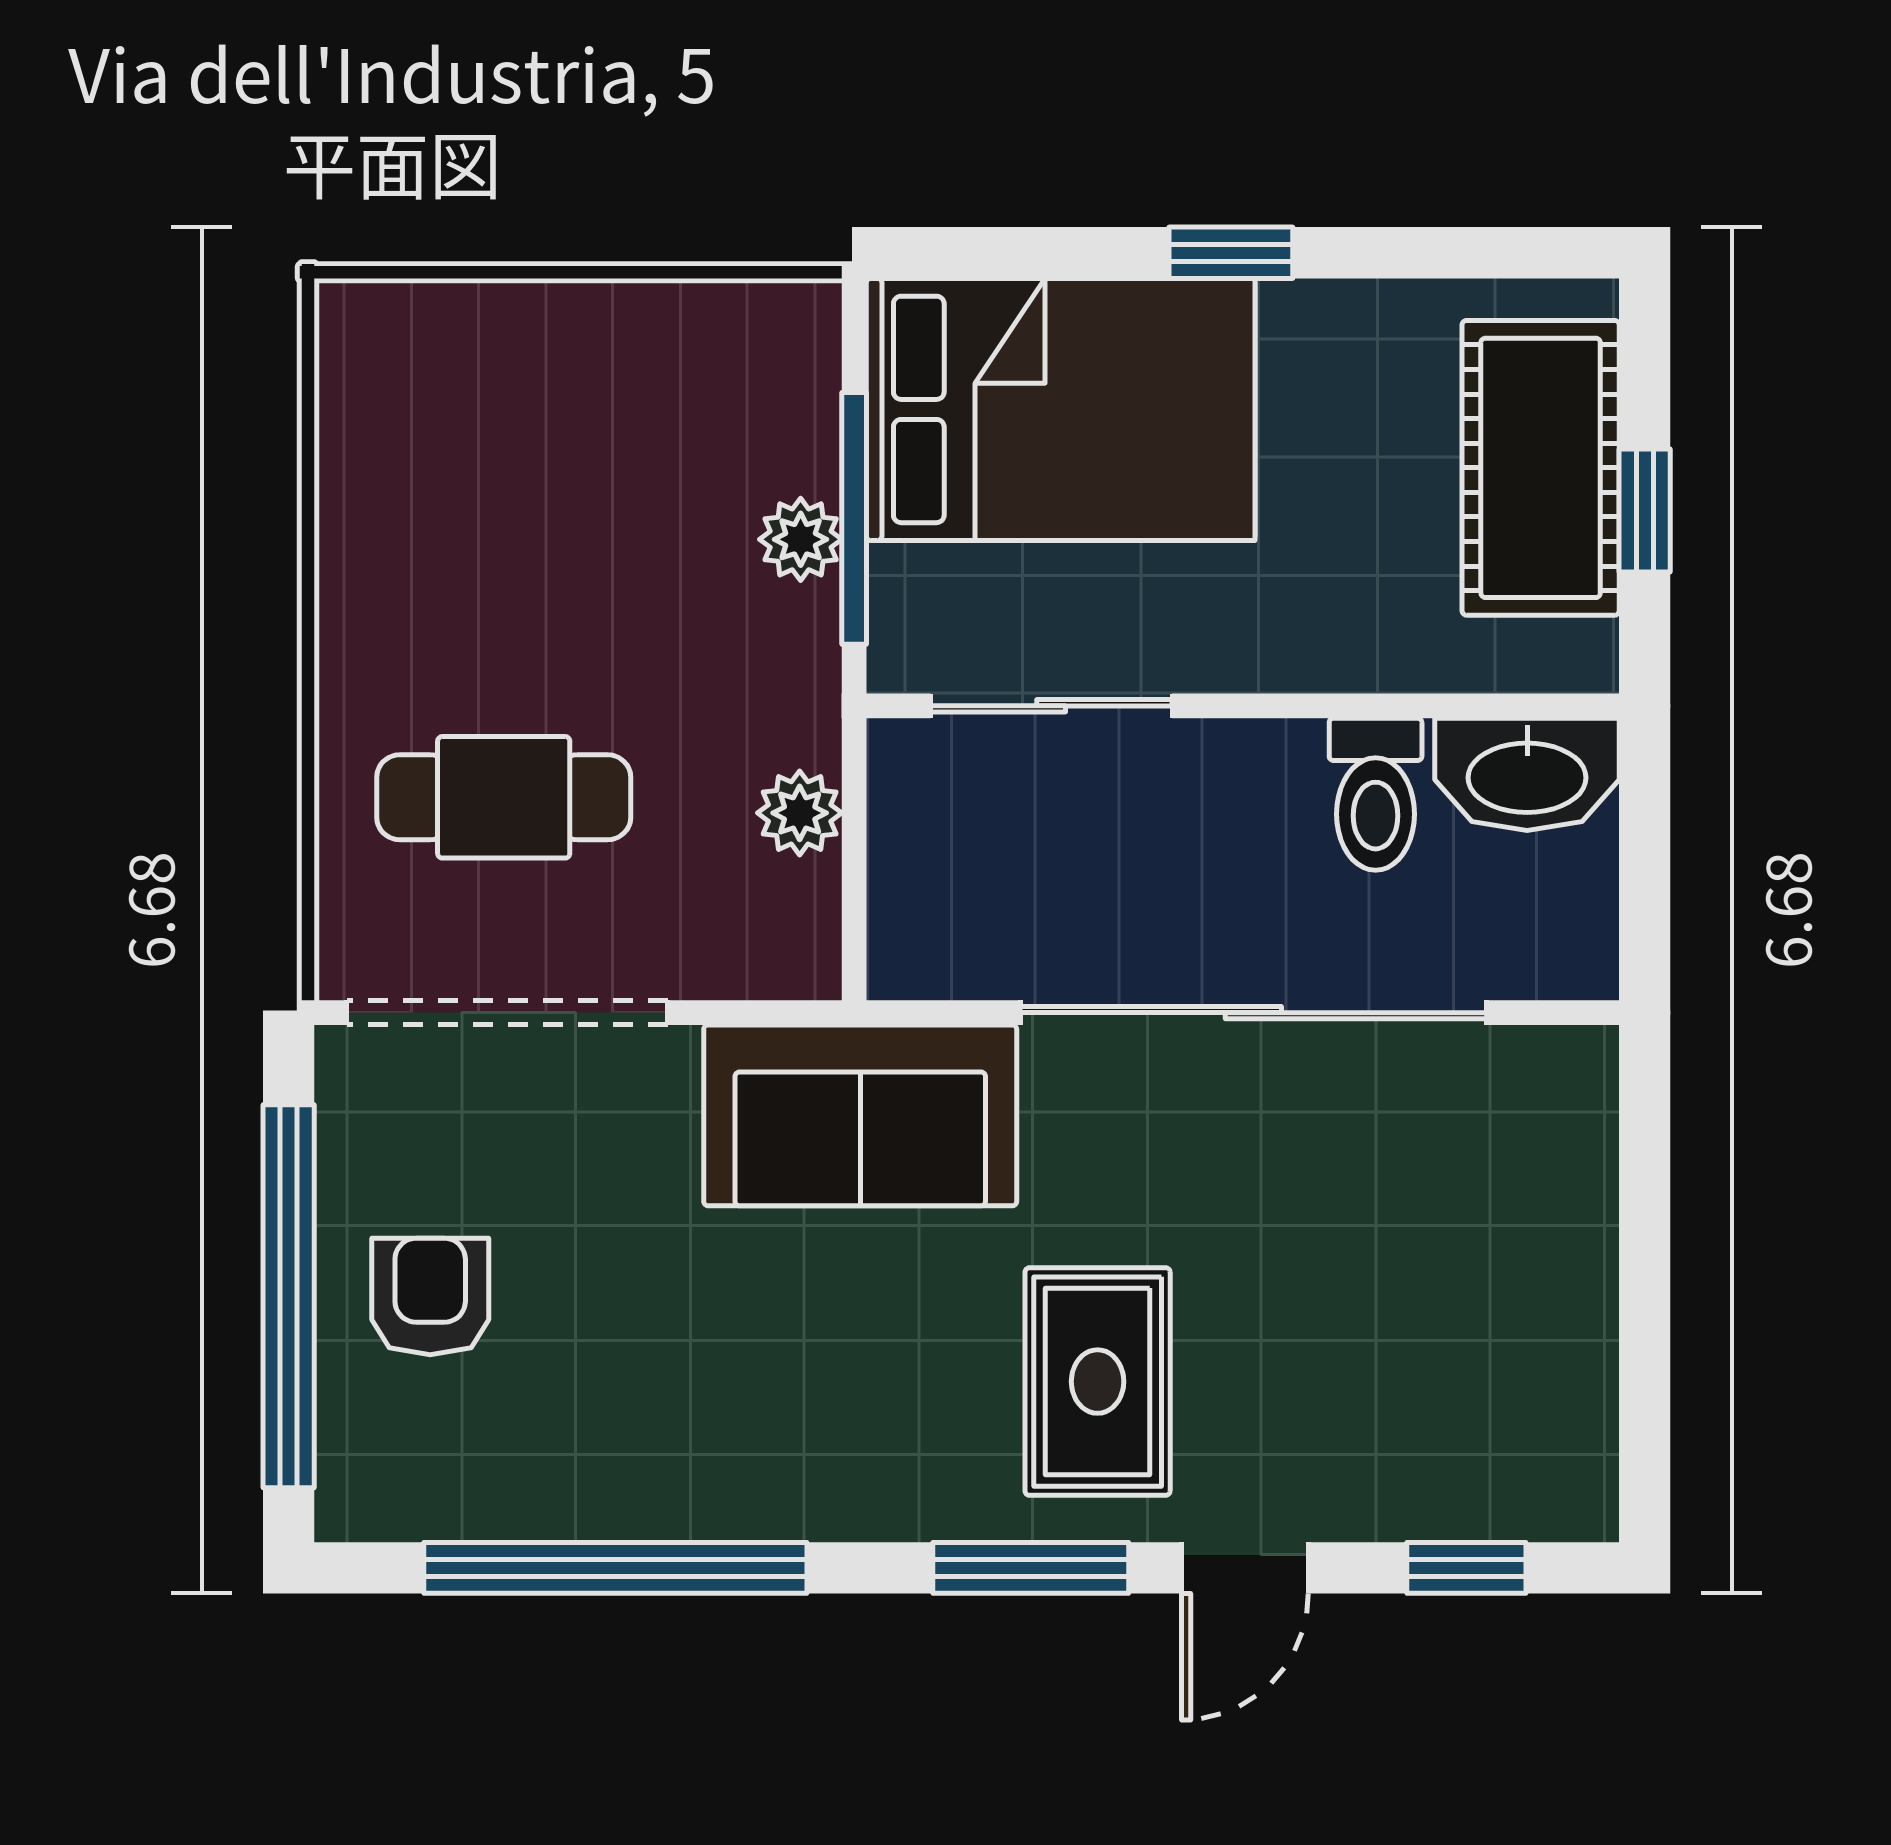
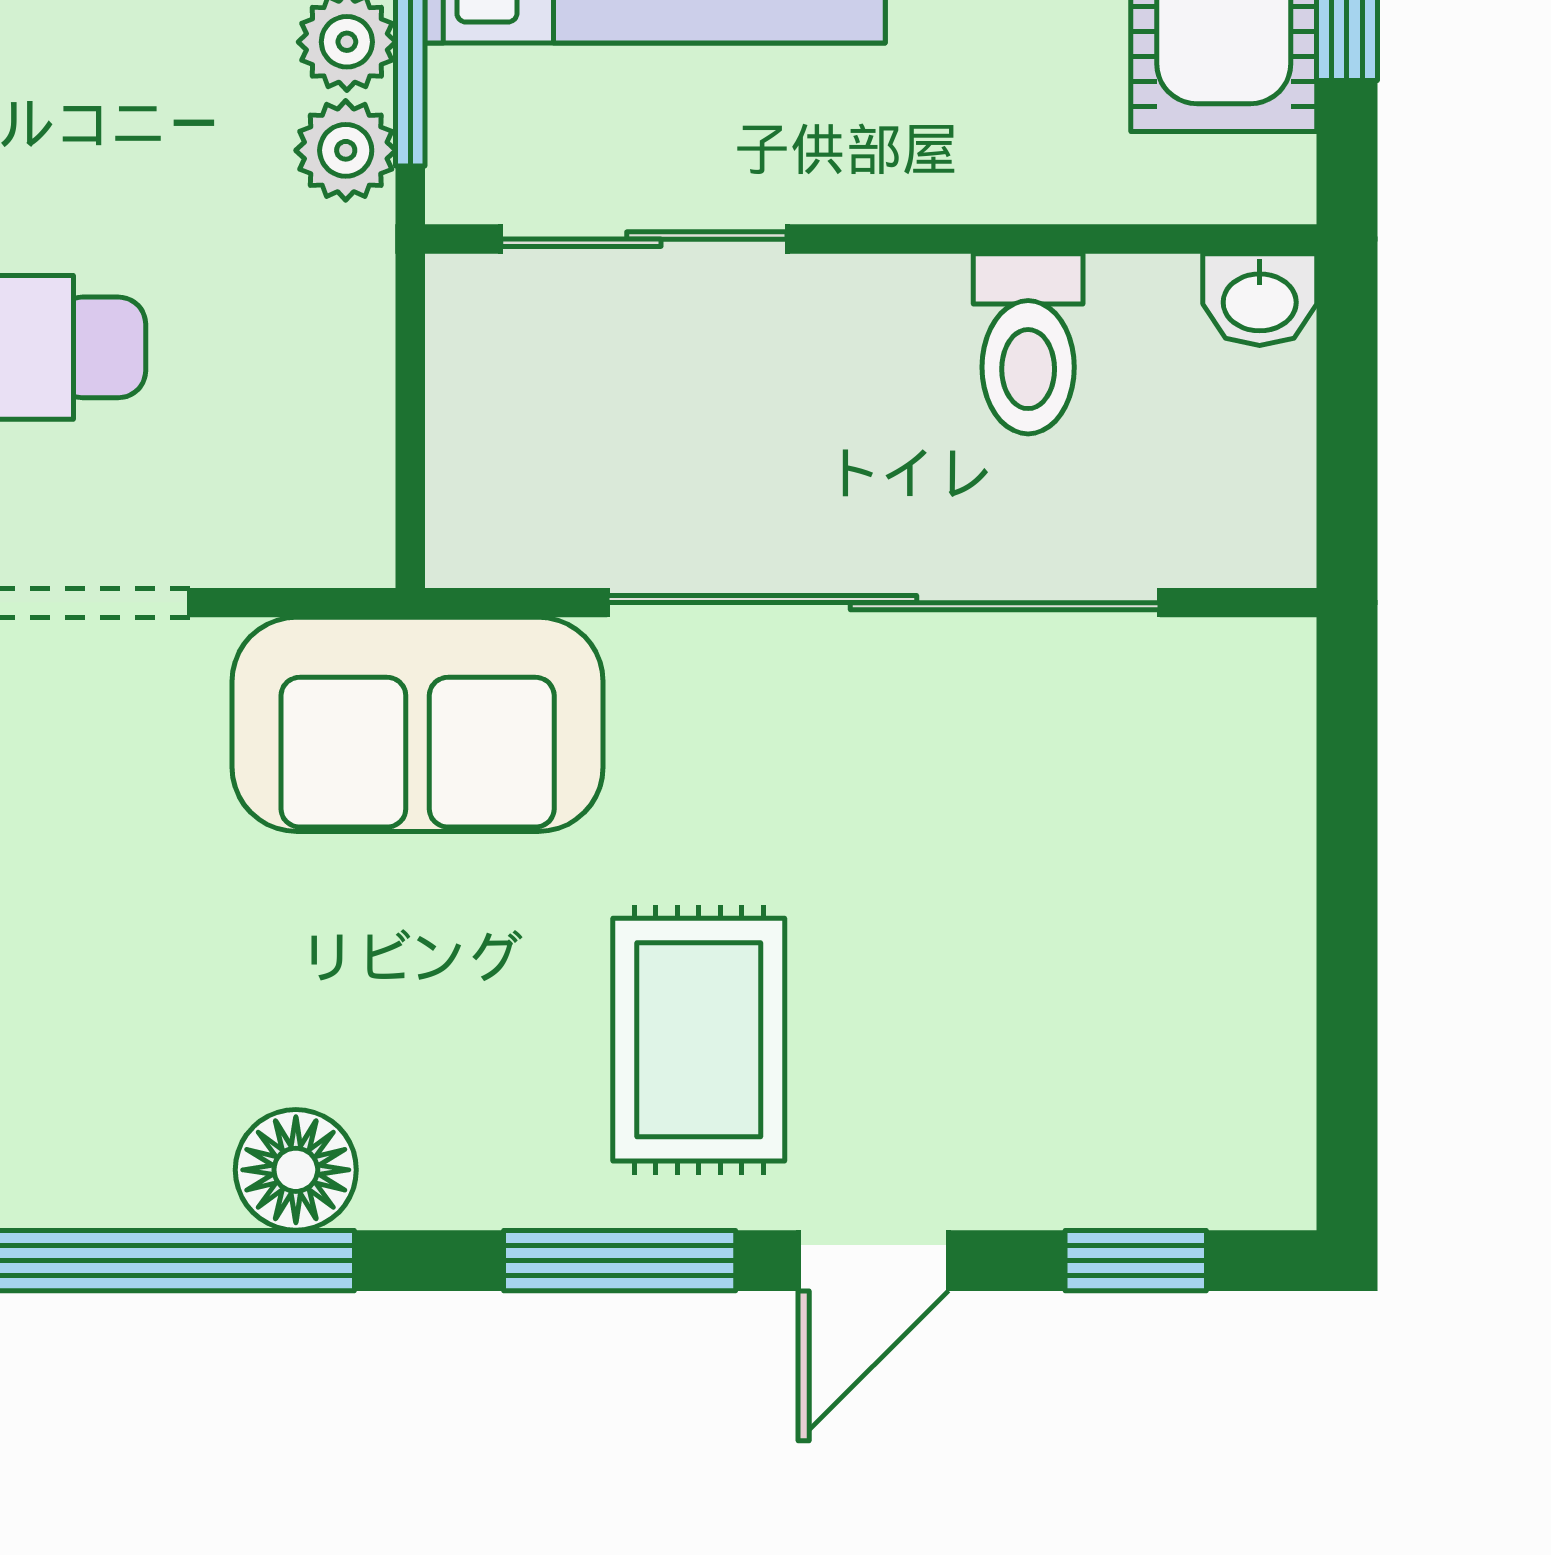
washbasin: (1527, 774) -> (1260, 300), width x0.52, depth x0.69
plant: (800, 813) -> (346, 150), moved
floor lamp: (757, 1491) -> (296, 1170), added

